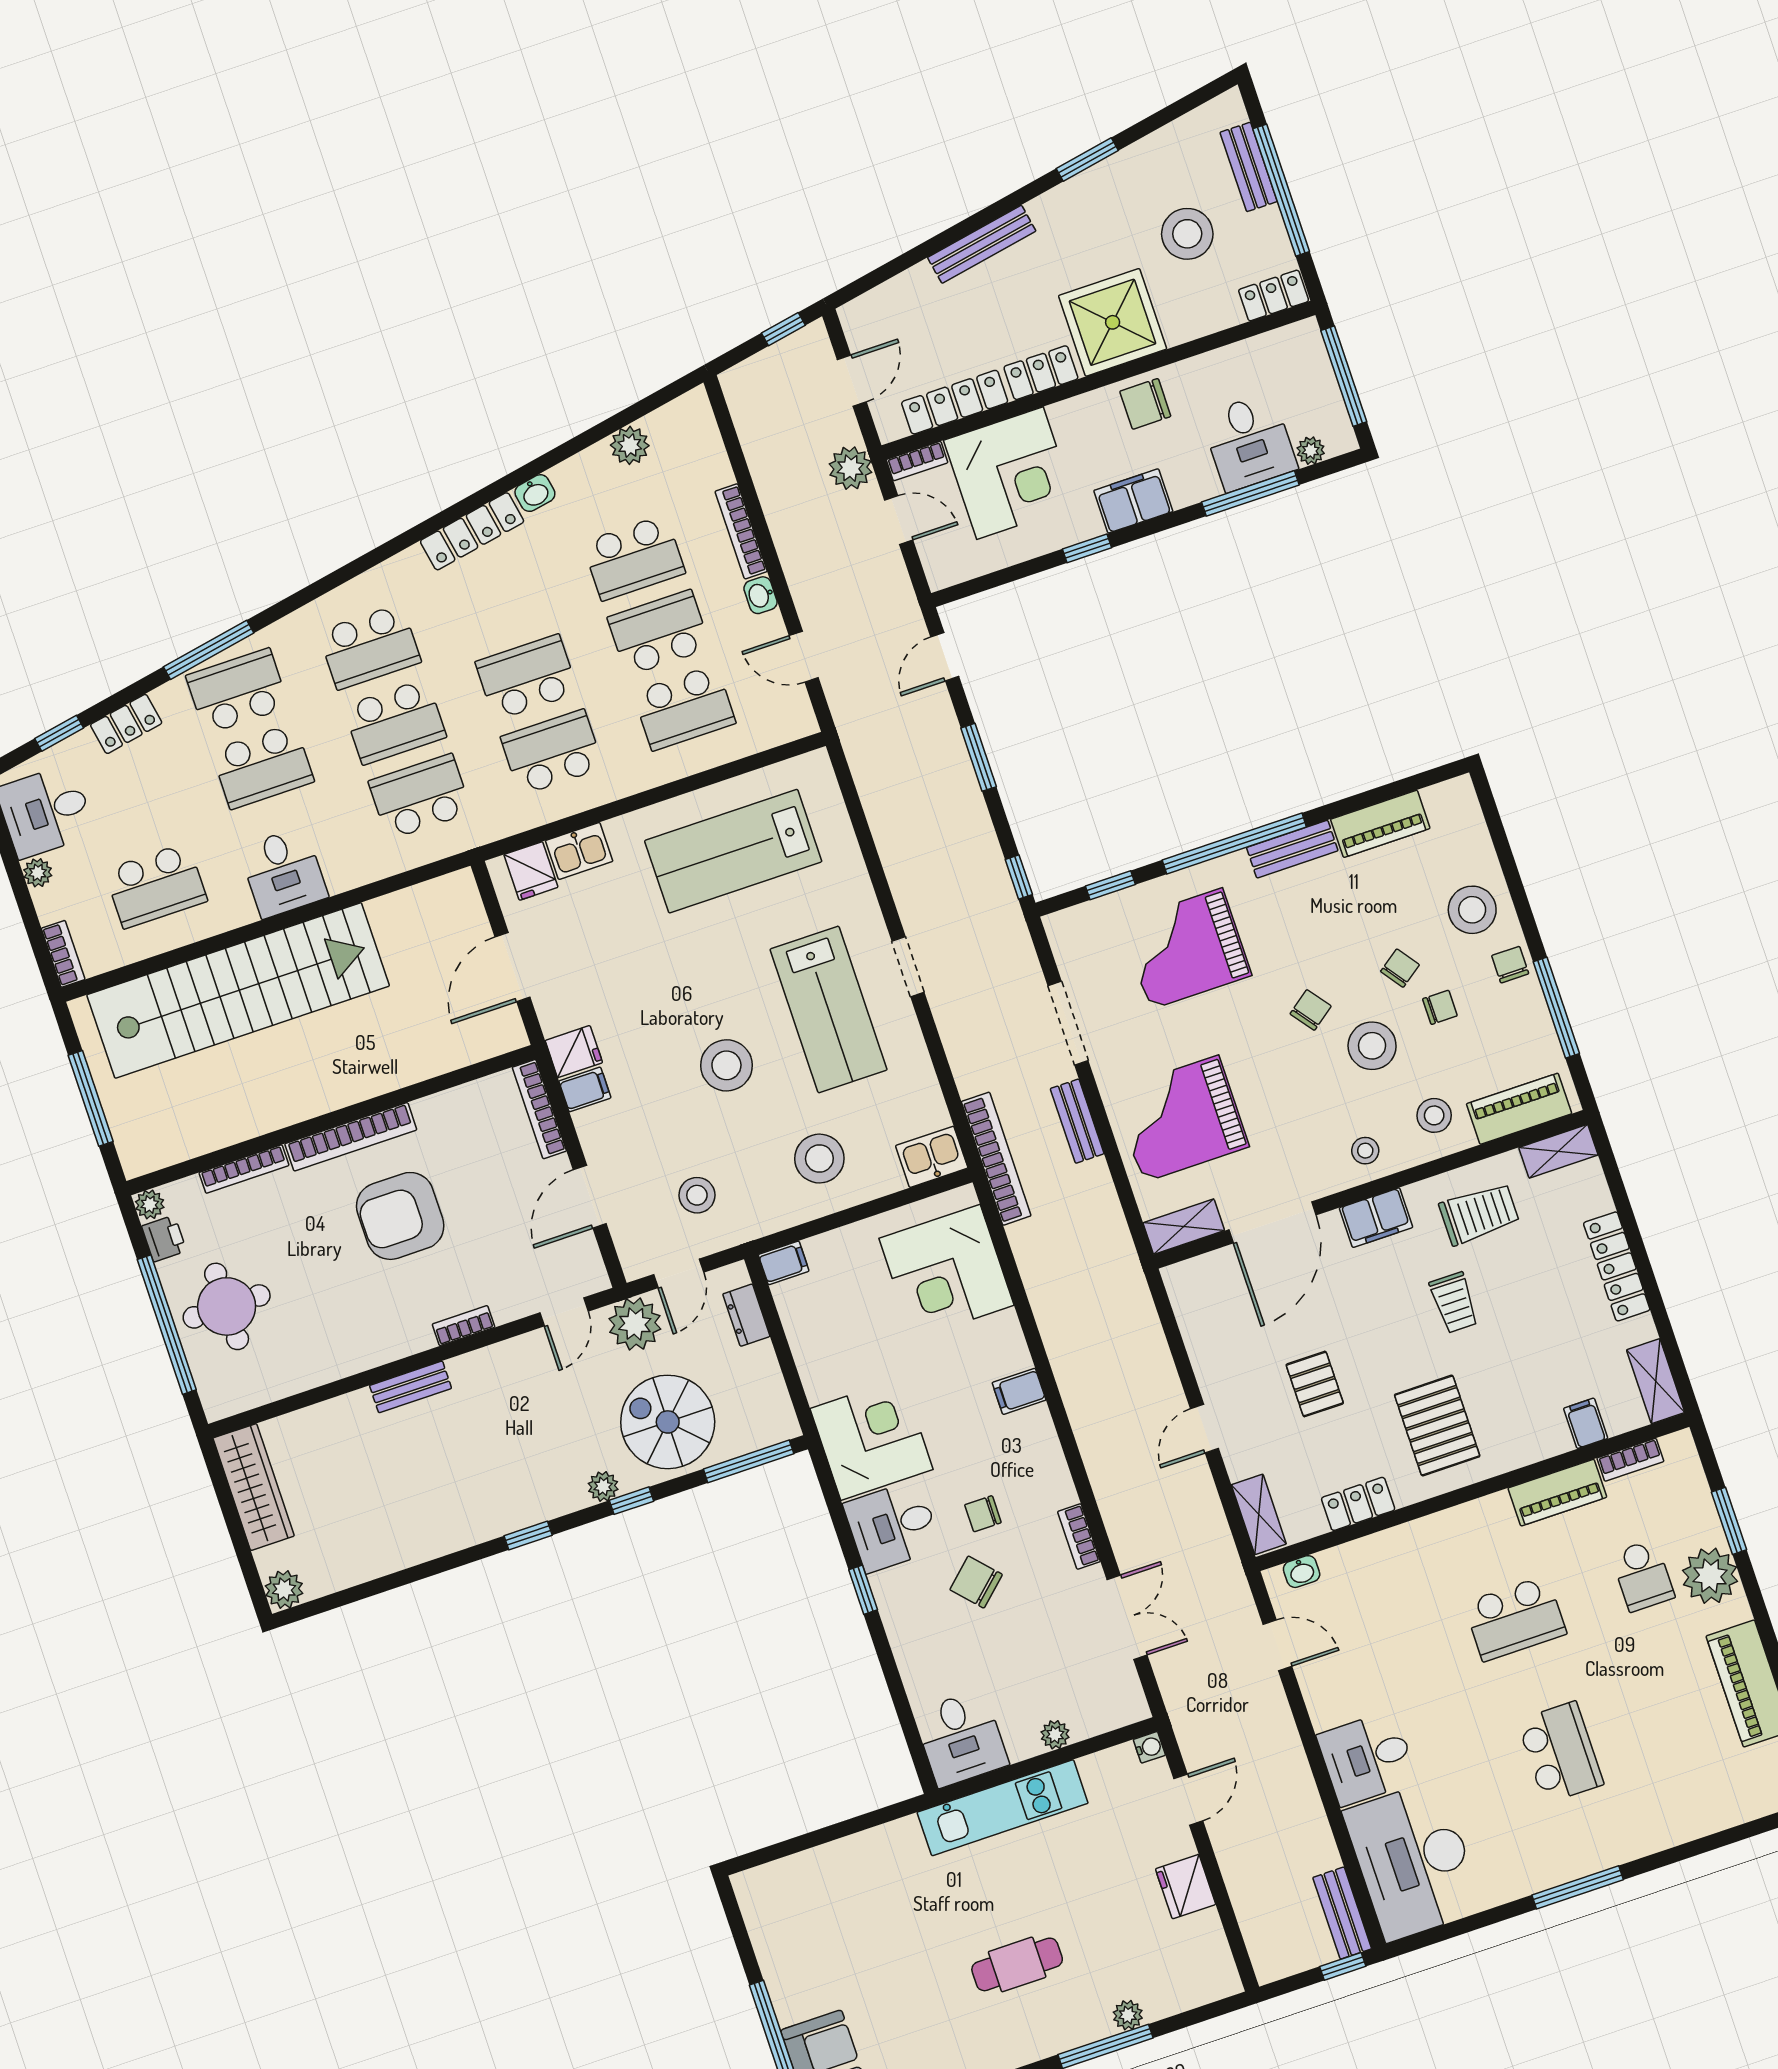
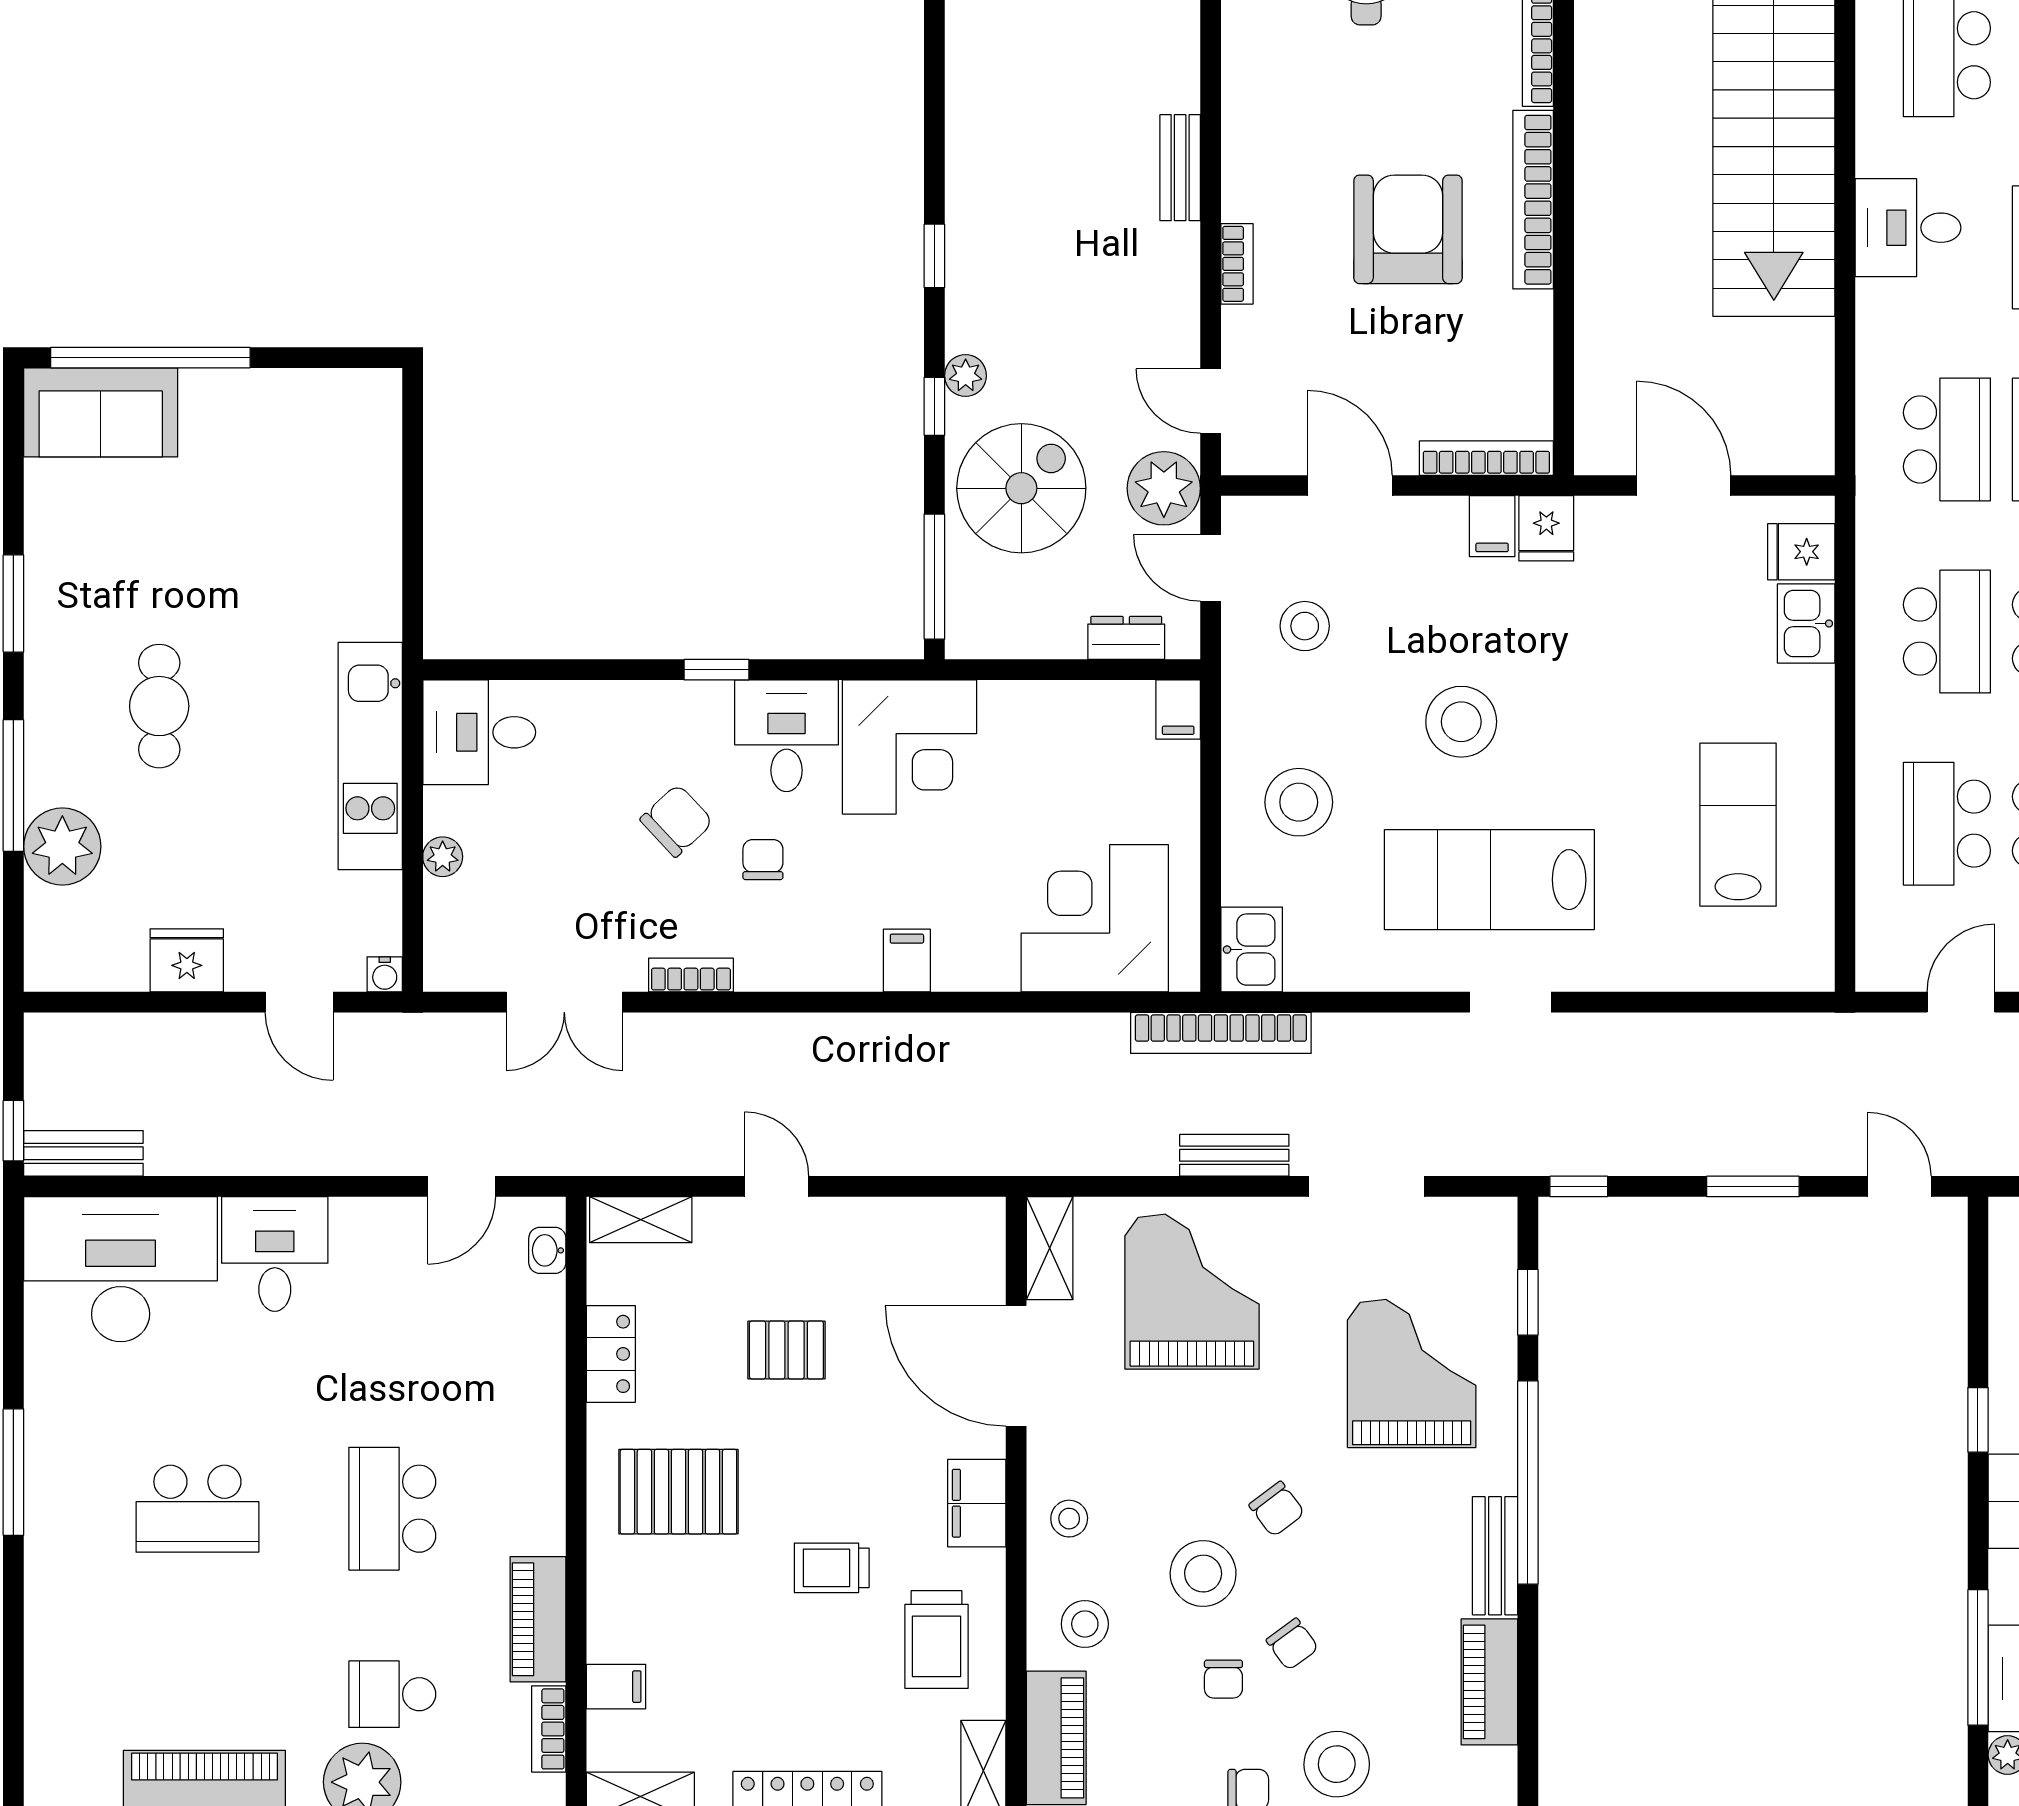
lab bench: (733, 851) -> (1738, 825), width x0.73, depth x0.72
plant: (1128, 2015) -> (62, 846), width x1.87, depth x1.87

